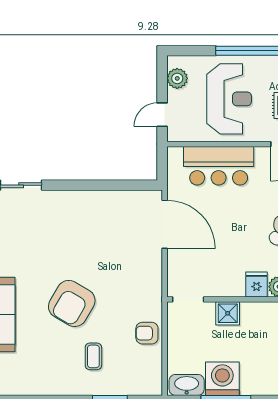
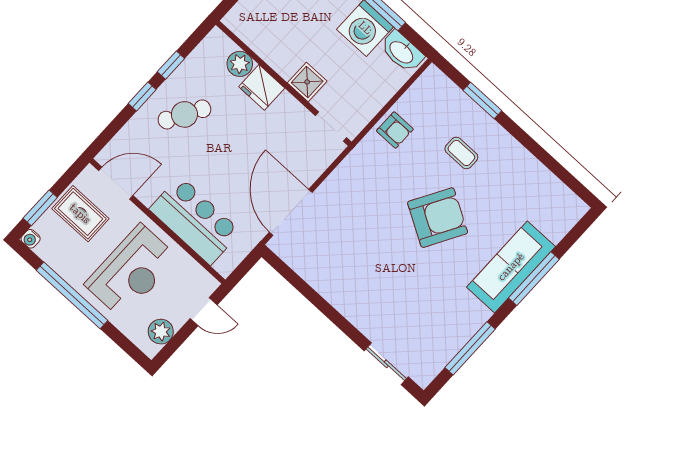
reception desk: (229, 99) -> (131, 271), turned 180
fridge: (256, 285) -> (262, 87), width x1.38
coffee table: (93, 356) -> (461, 153), turned 90

